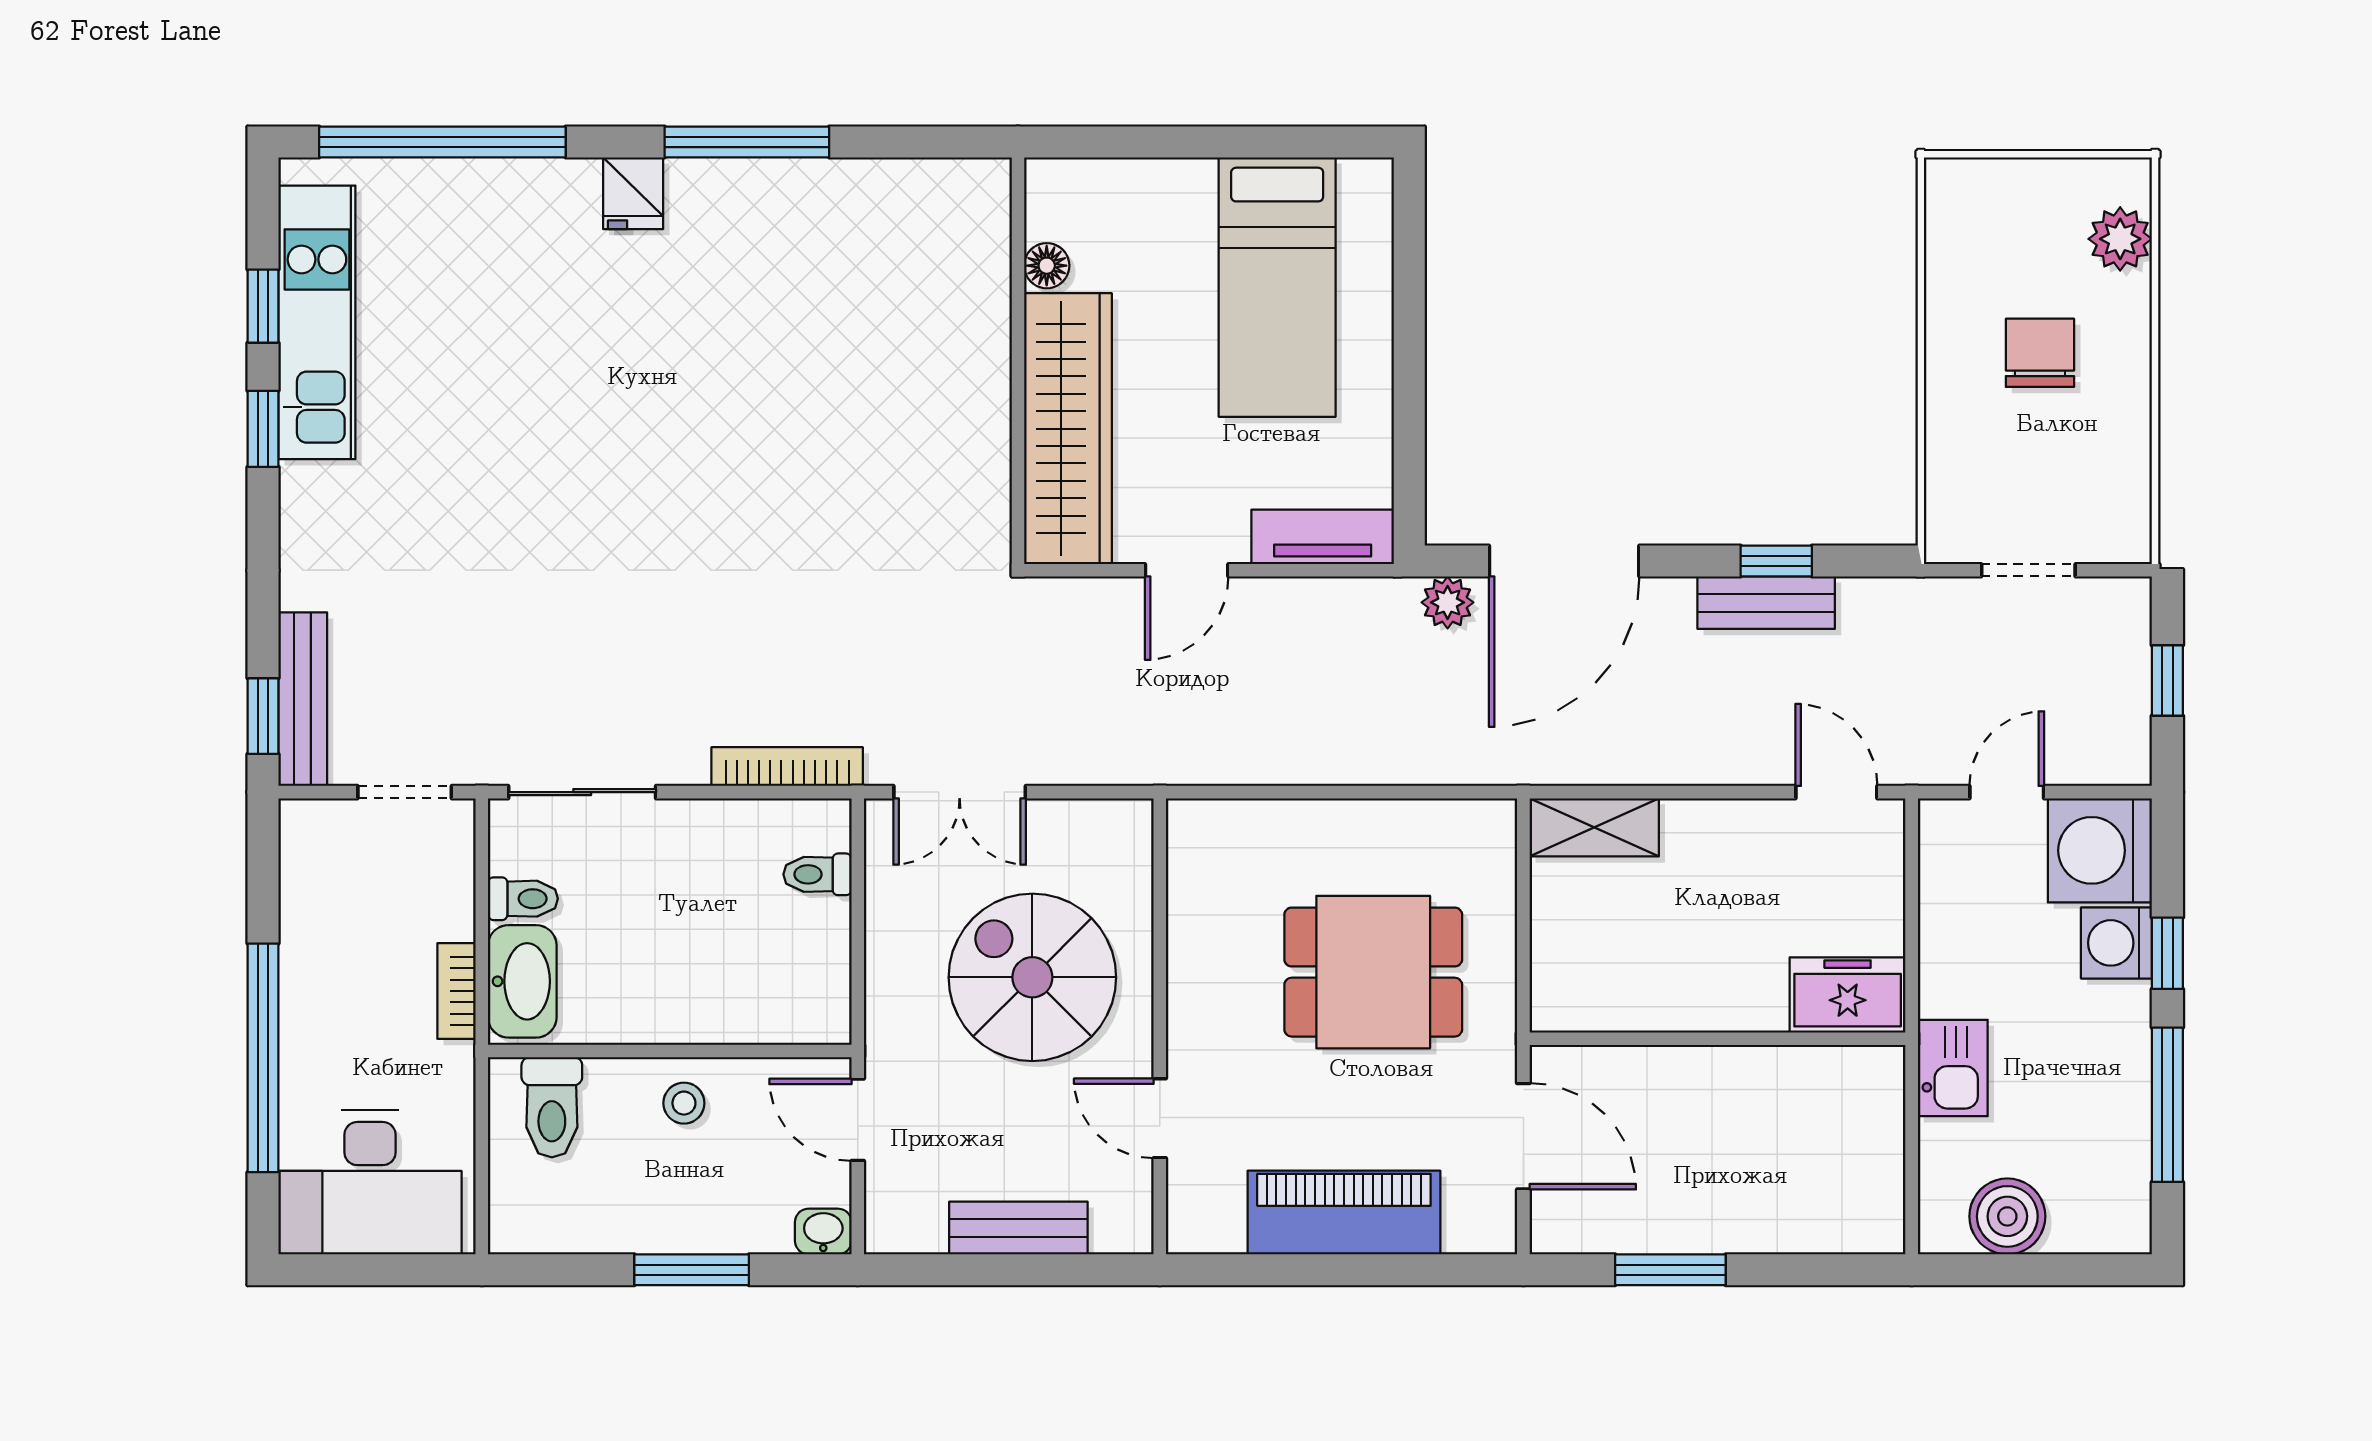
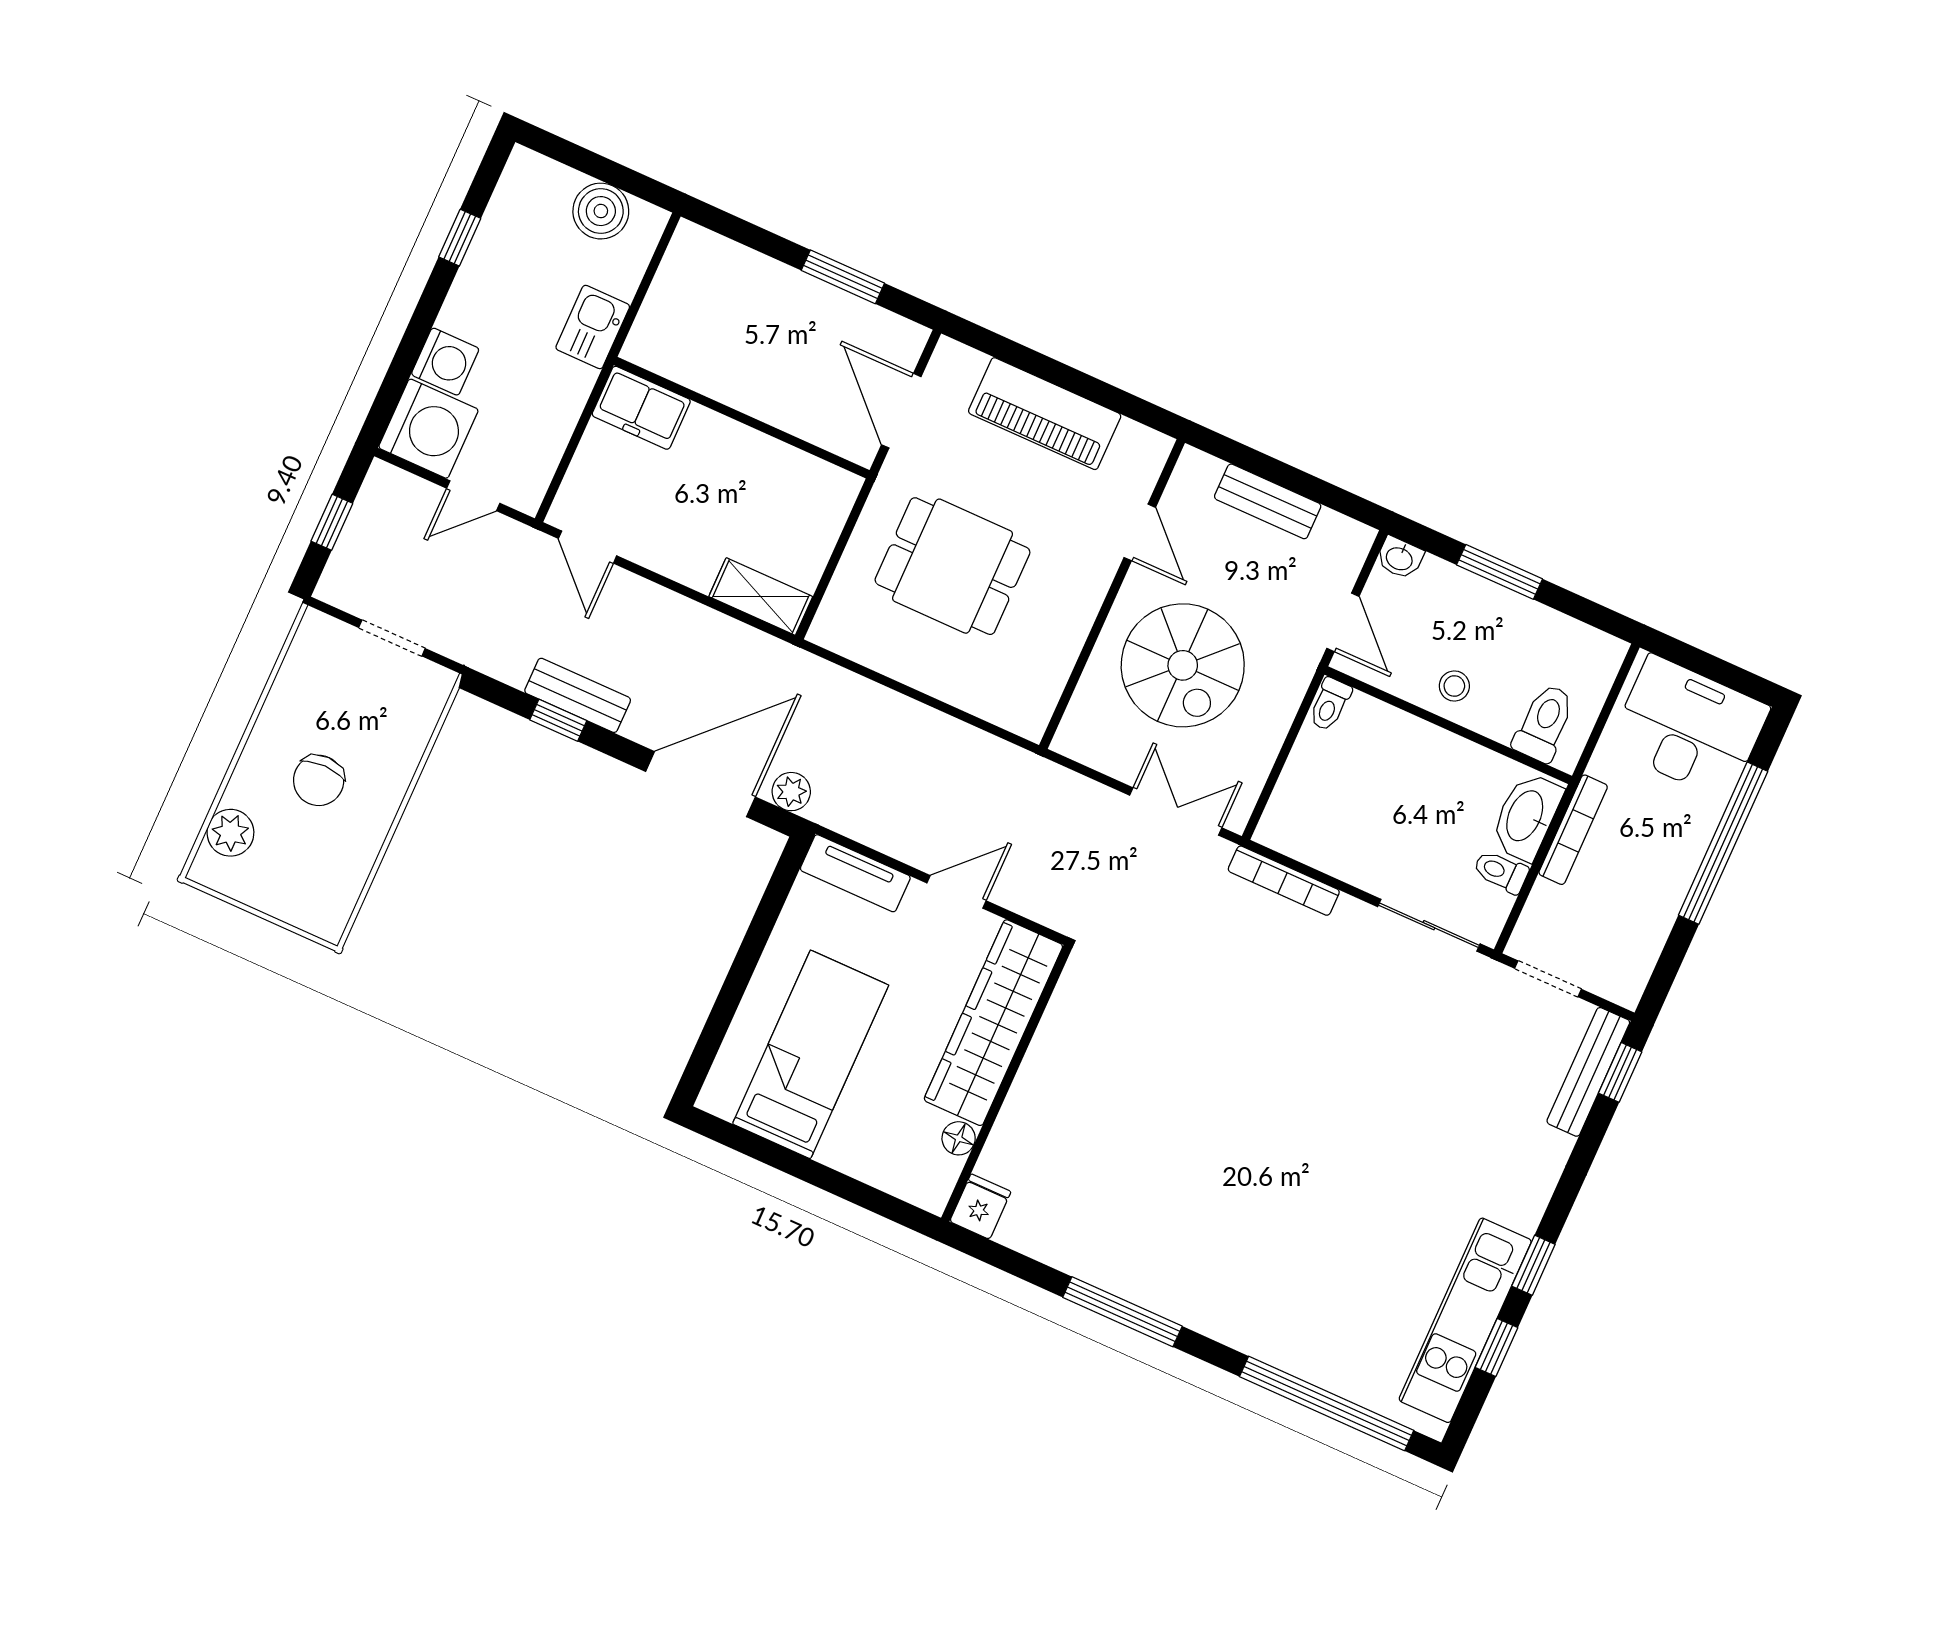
fridge: (633, 193) -> (980, 1207), moved
toilet: (818, 874) -> (1330, 704), moved, turned 90
window: (2167, 953) -> (414, 339), removed
bookcase: (456, 991) -> (1573, 830), width x1.56
window: (2167, 1105) -> (460, 238), width x0.46

